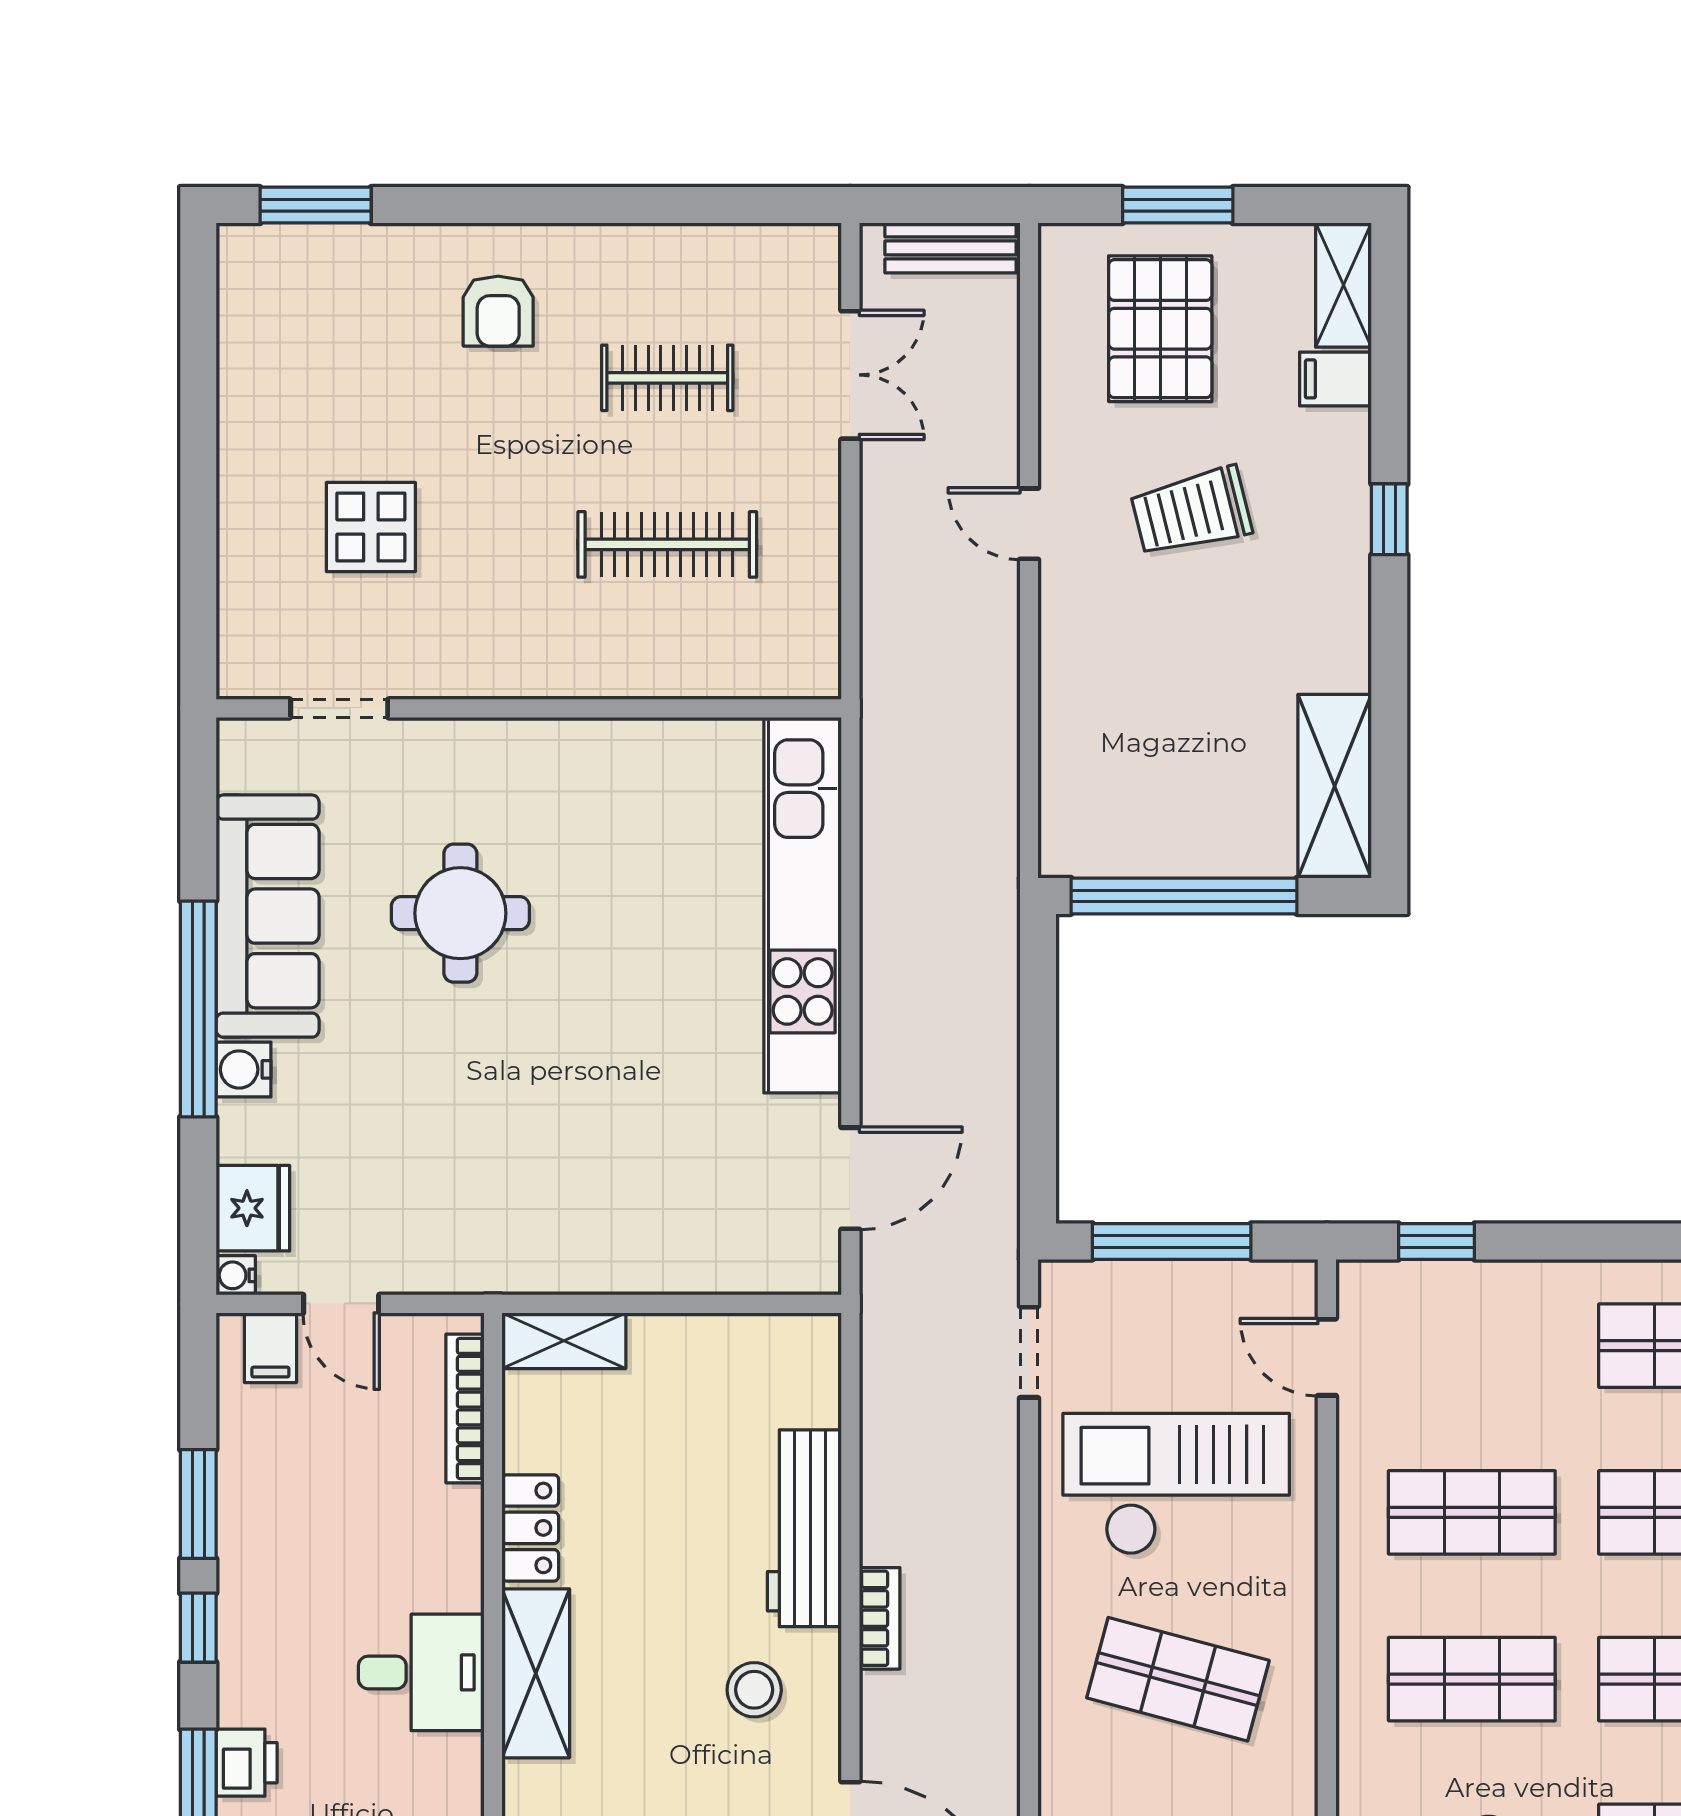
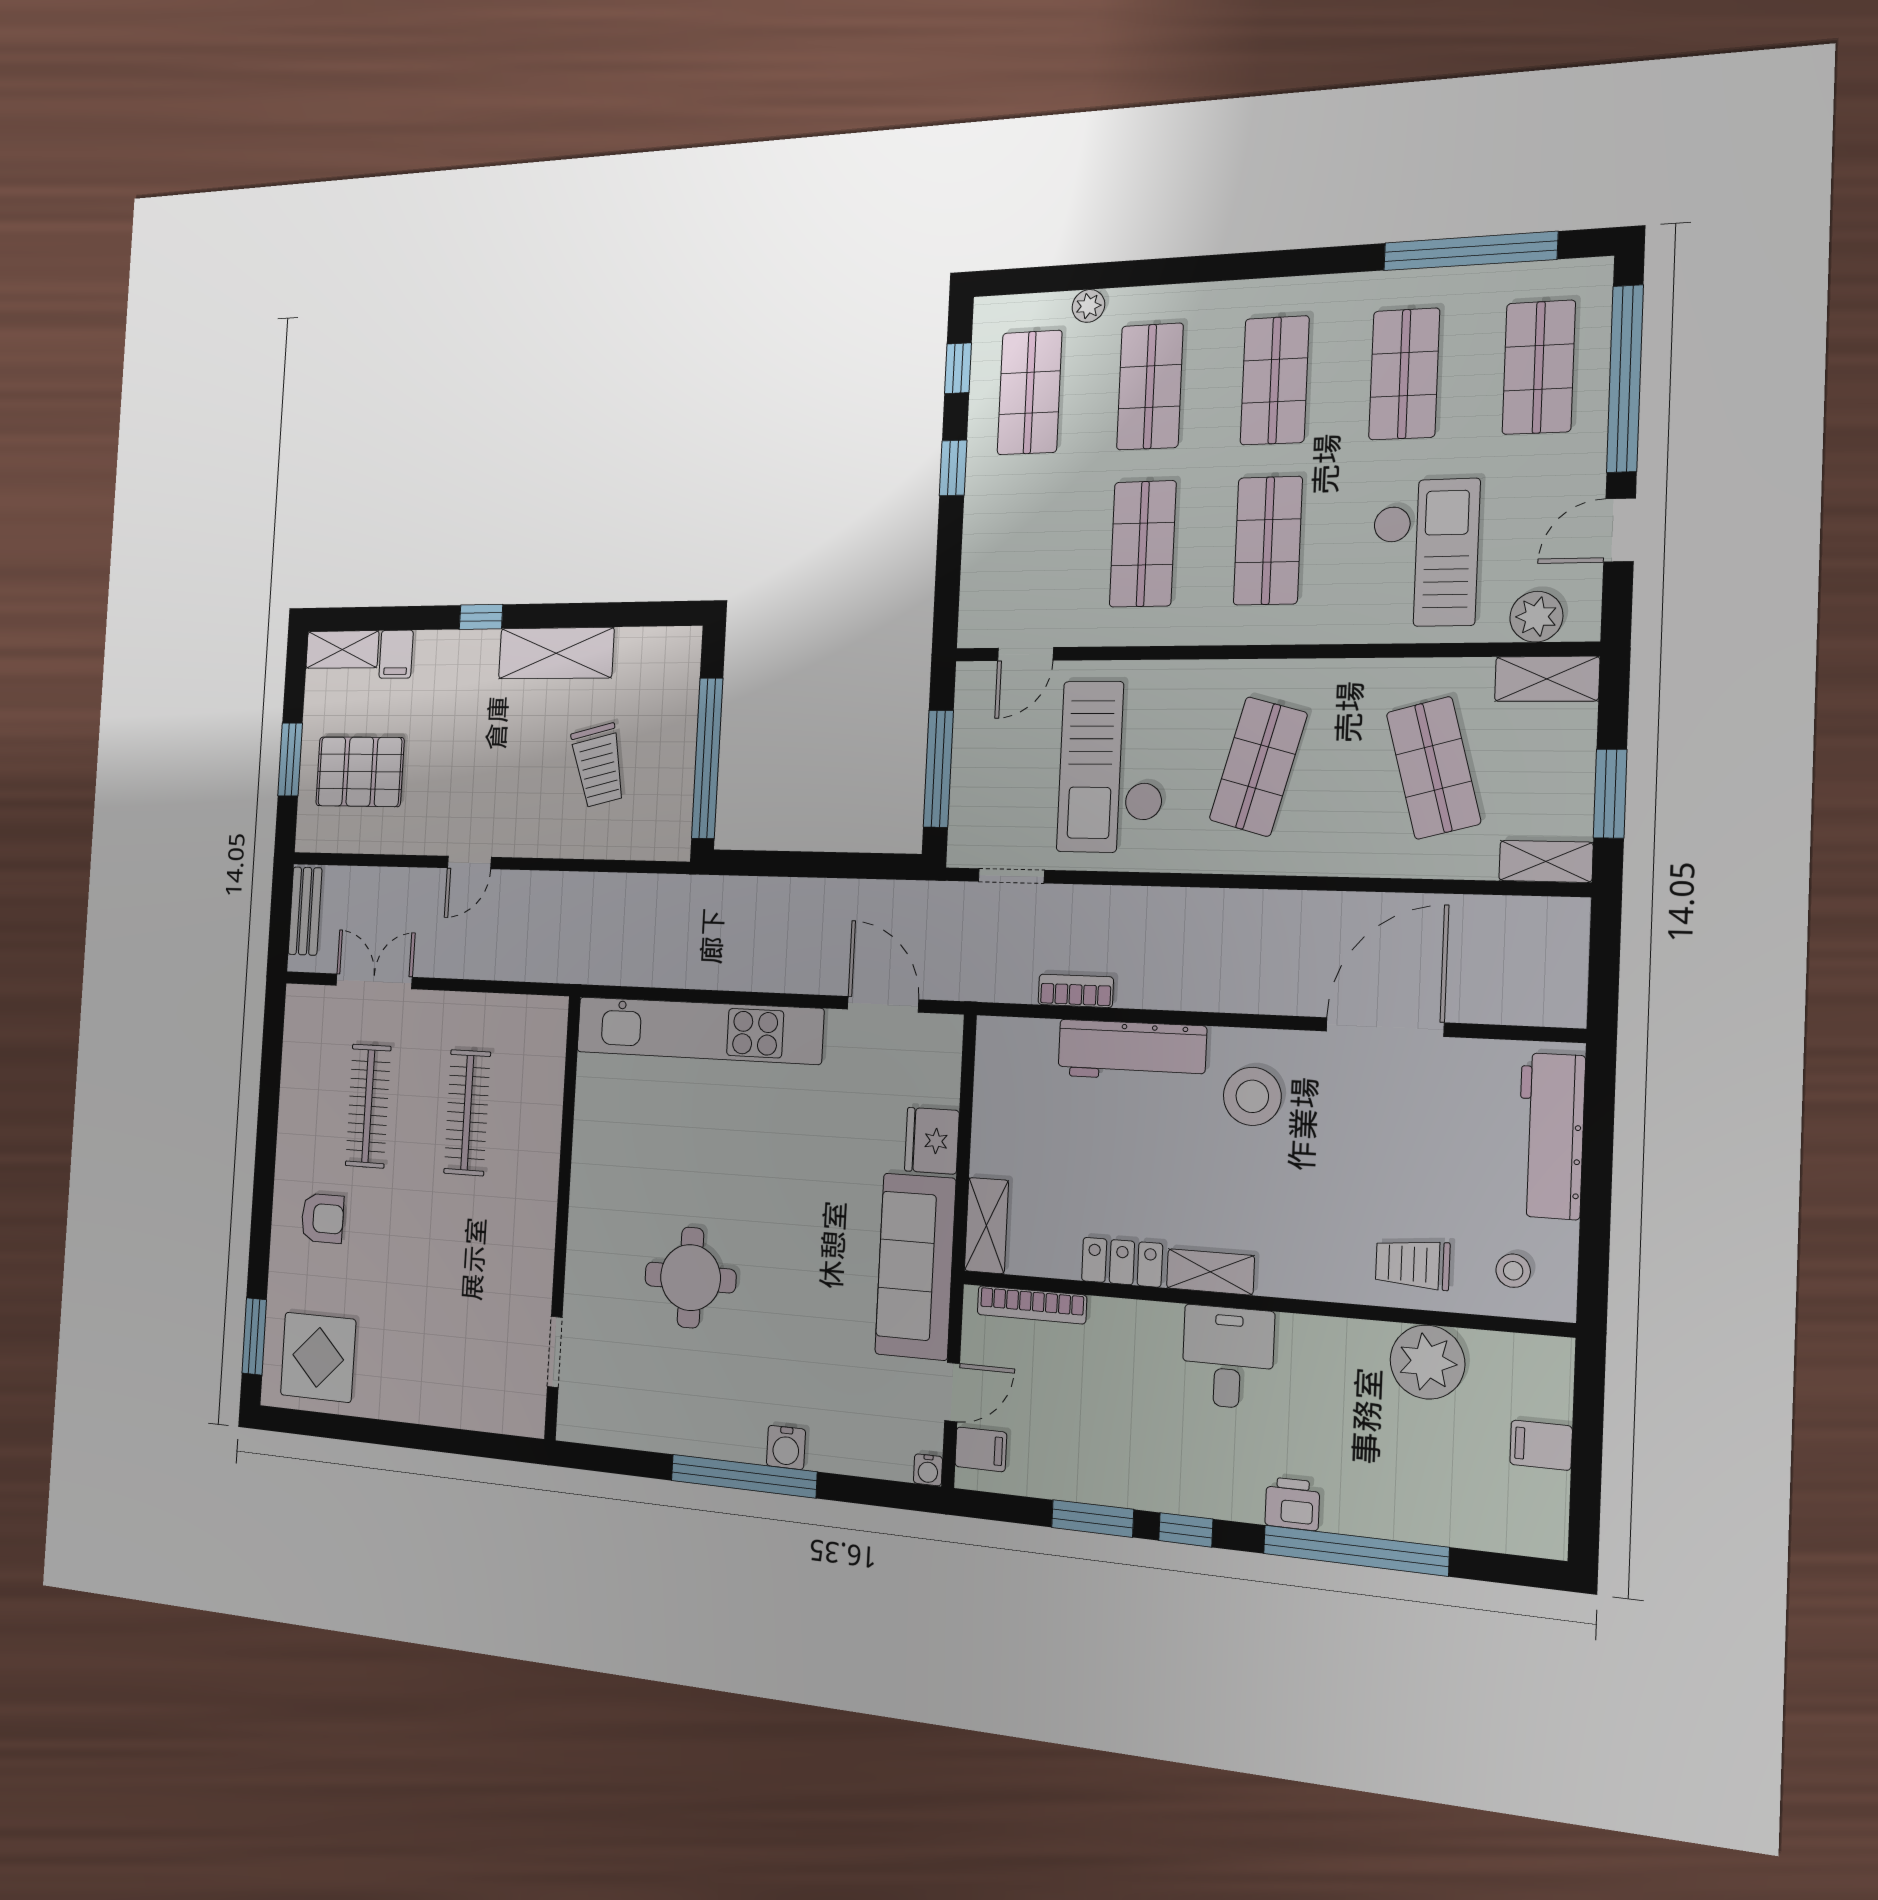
clothes rail: (667, 378) -> (368, 1106), width x1.36
trolley: (1191, 512) -> (598, 765), moved
display table: (371, 527) -> (318, 1357), moved, width x1.36, depth x1.36
shelving: (1335, 786) -> (556, 653), moved
sofa: (268, 916) -> (915, 1266), moved, turned -90
fridge: (253, 1208) -> (932, 1141), moved, turned -90
window: (1436, 1241) -> (953, 468), moved
bookcase: (880, 1618) -> (1076, 991), moved
shelving: (536, 1673) -> (1210, 1272), width x0.67, depth x0.75
stool: (754, 1690) -> (1252, 1096), width x1.38, depth x1.38

